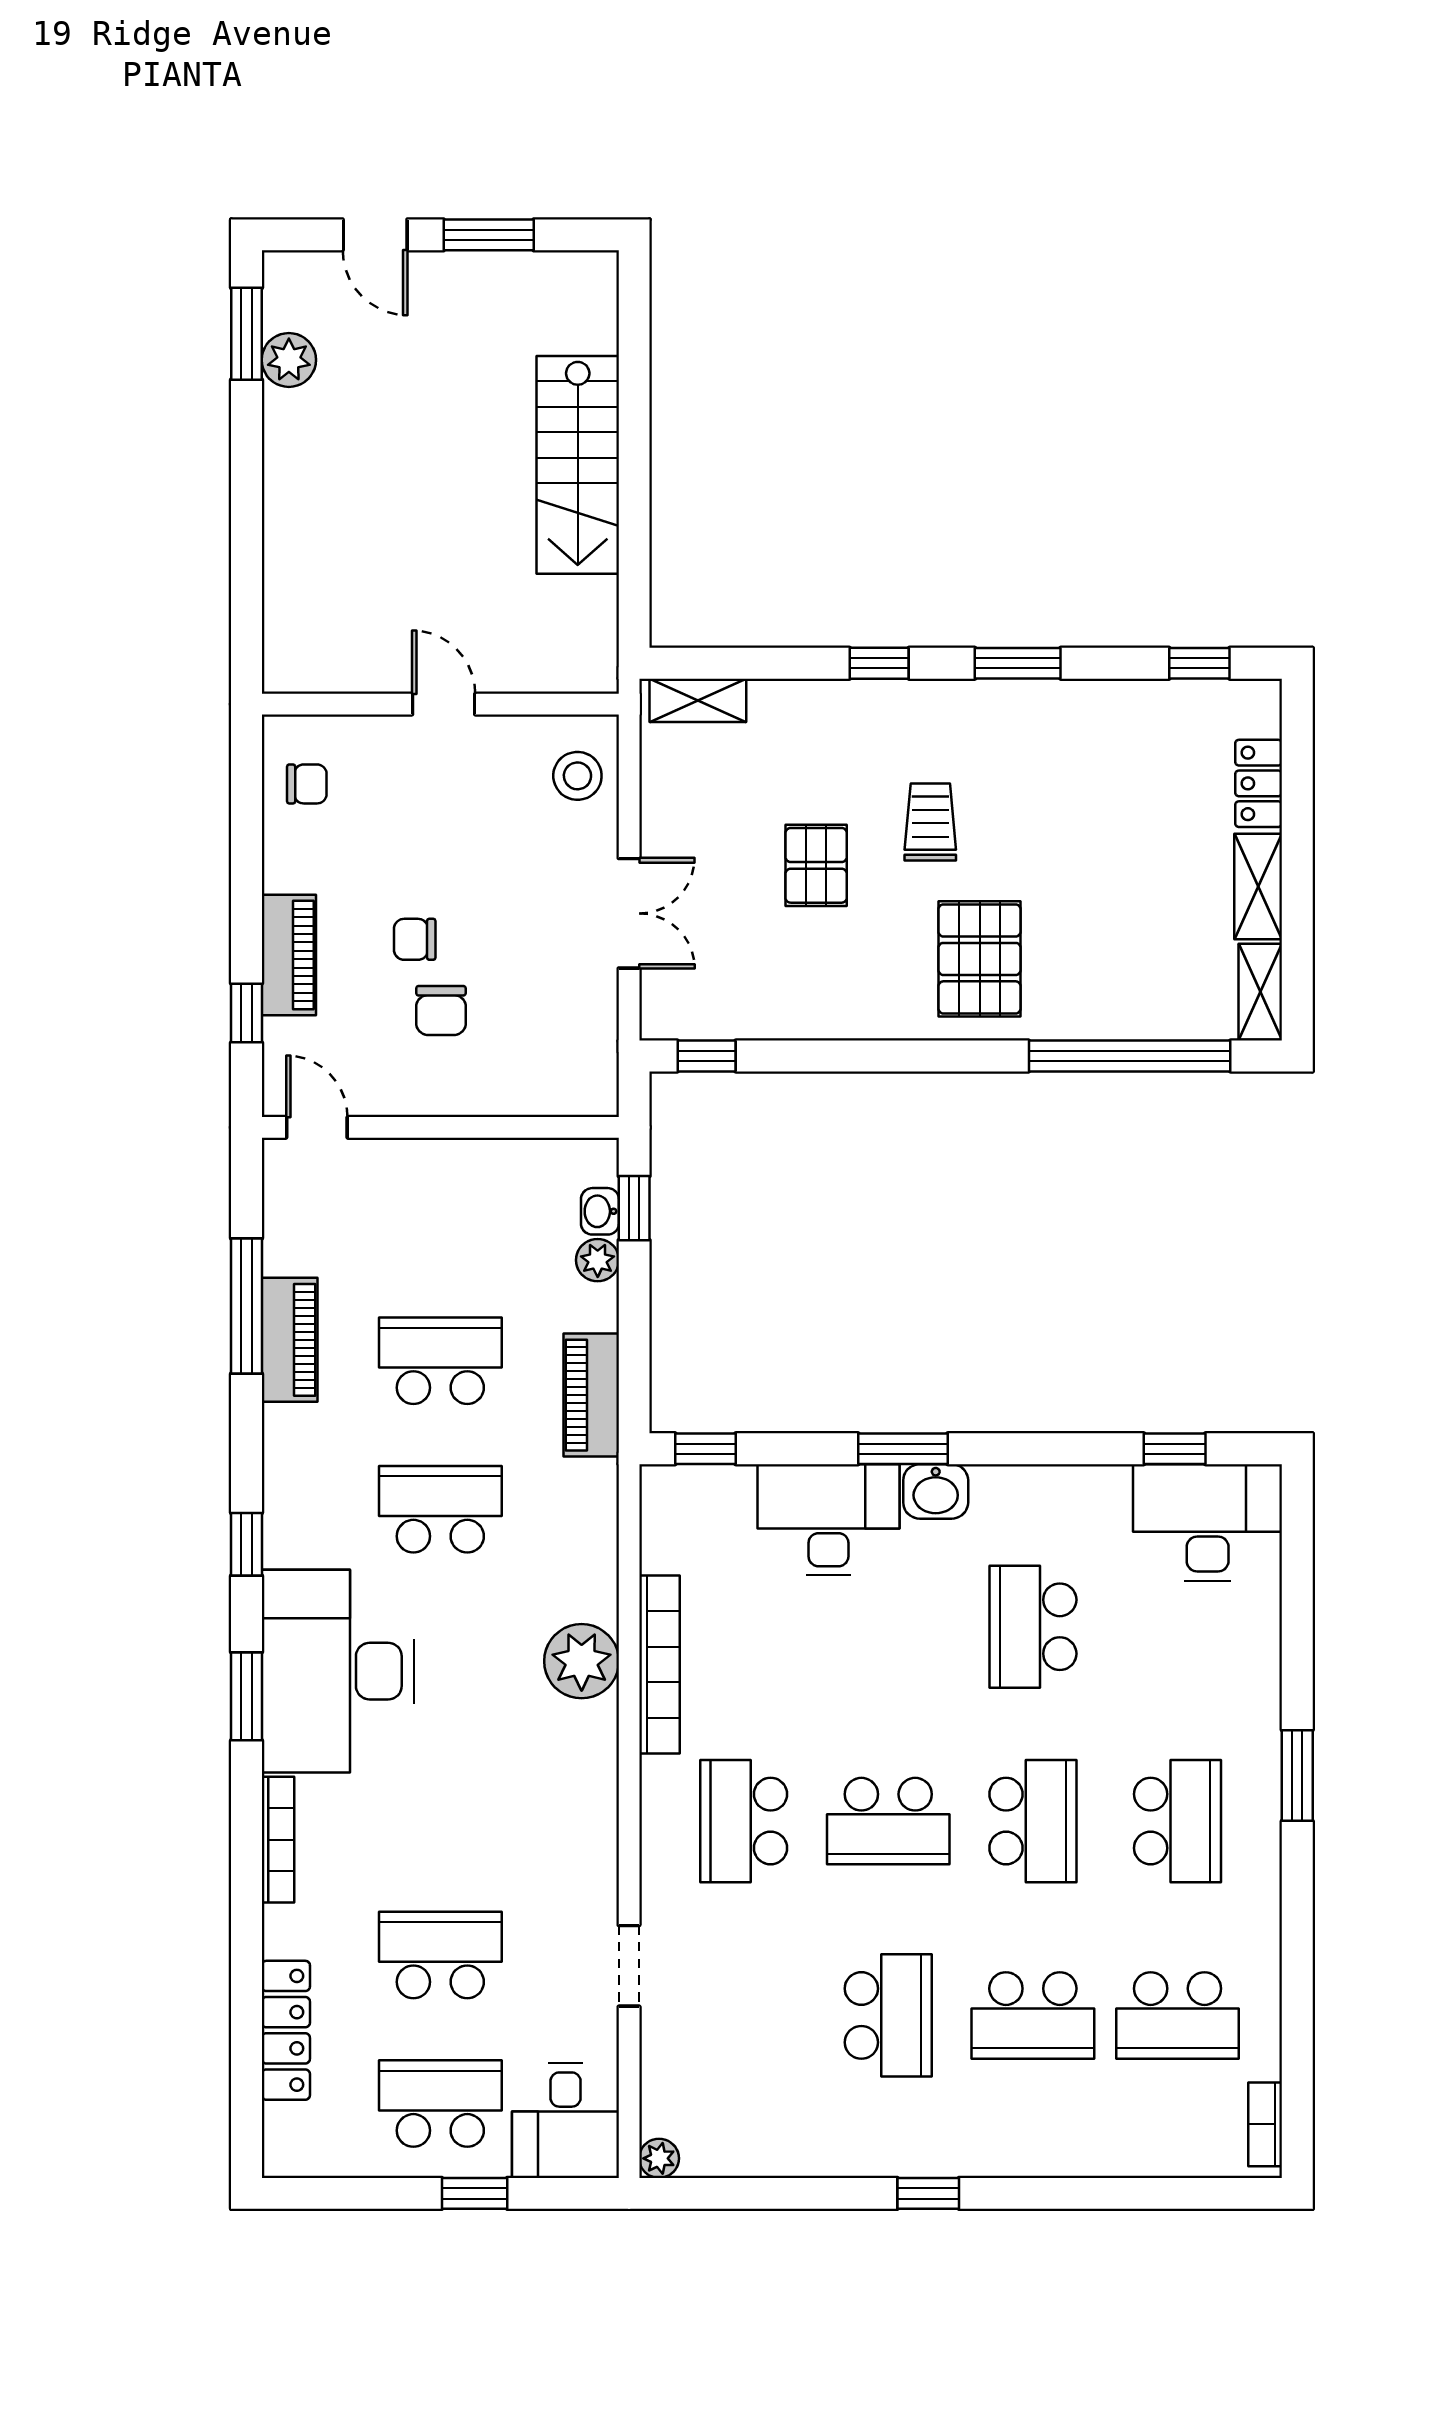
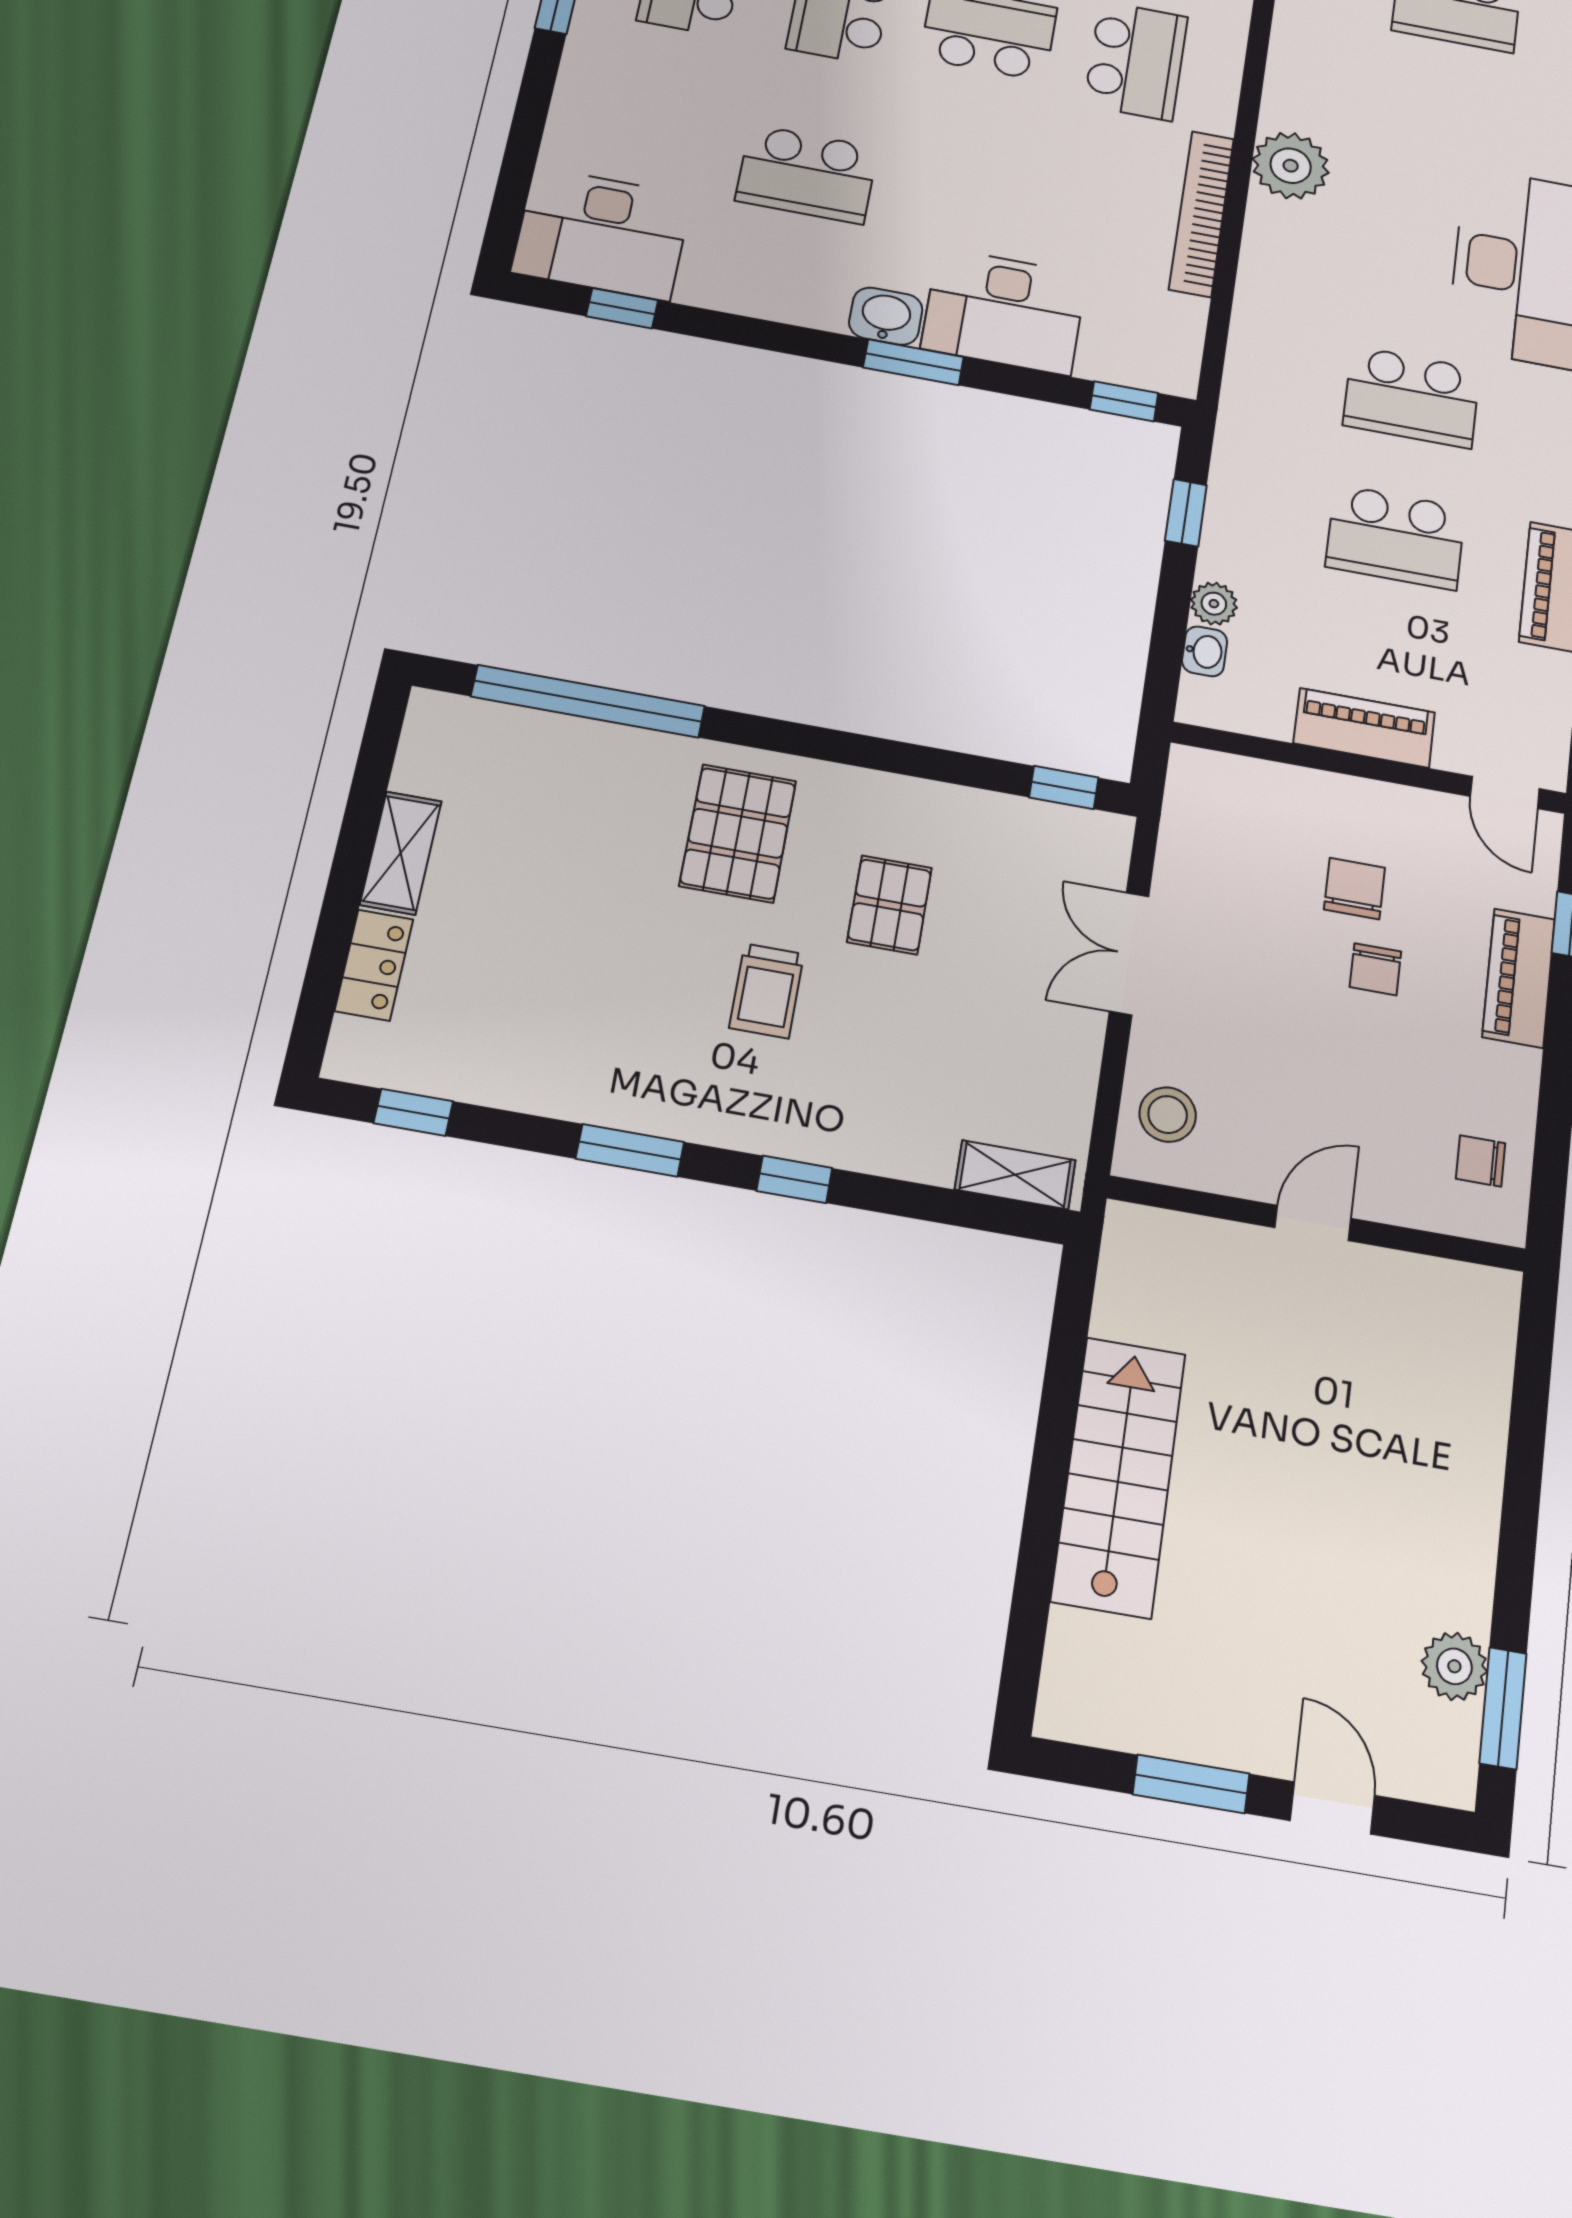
door: (444, 704) -> (1313, 1223), swing flipped
pallet: (816, 865) -> (889, 905), moved
chair: (415, 939) -> (1375, 969), turned 90
shelving: (1260, 992) -> (424, 741), removed
window: (634, 1208) -> (1186, 513), moved
piano: (591, 1395) -> (1364, 728), moved, turned -90
school desk: (1033, 1627) -> (807, 174), turned 90
plant: (582, 1661) -> (1291, 166), moved

